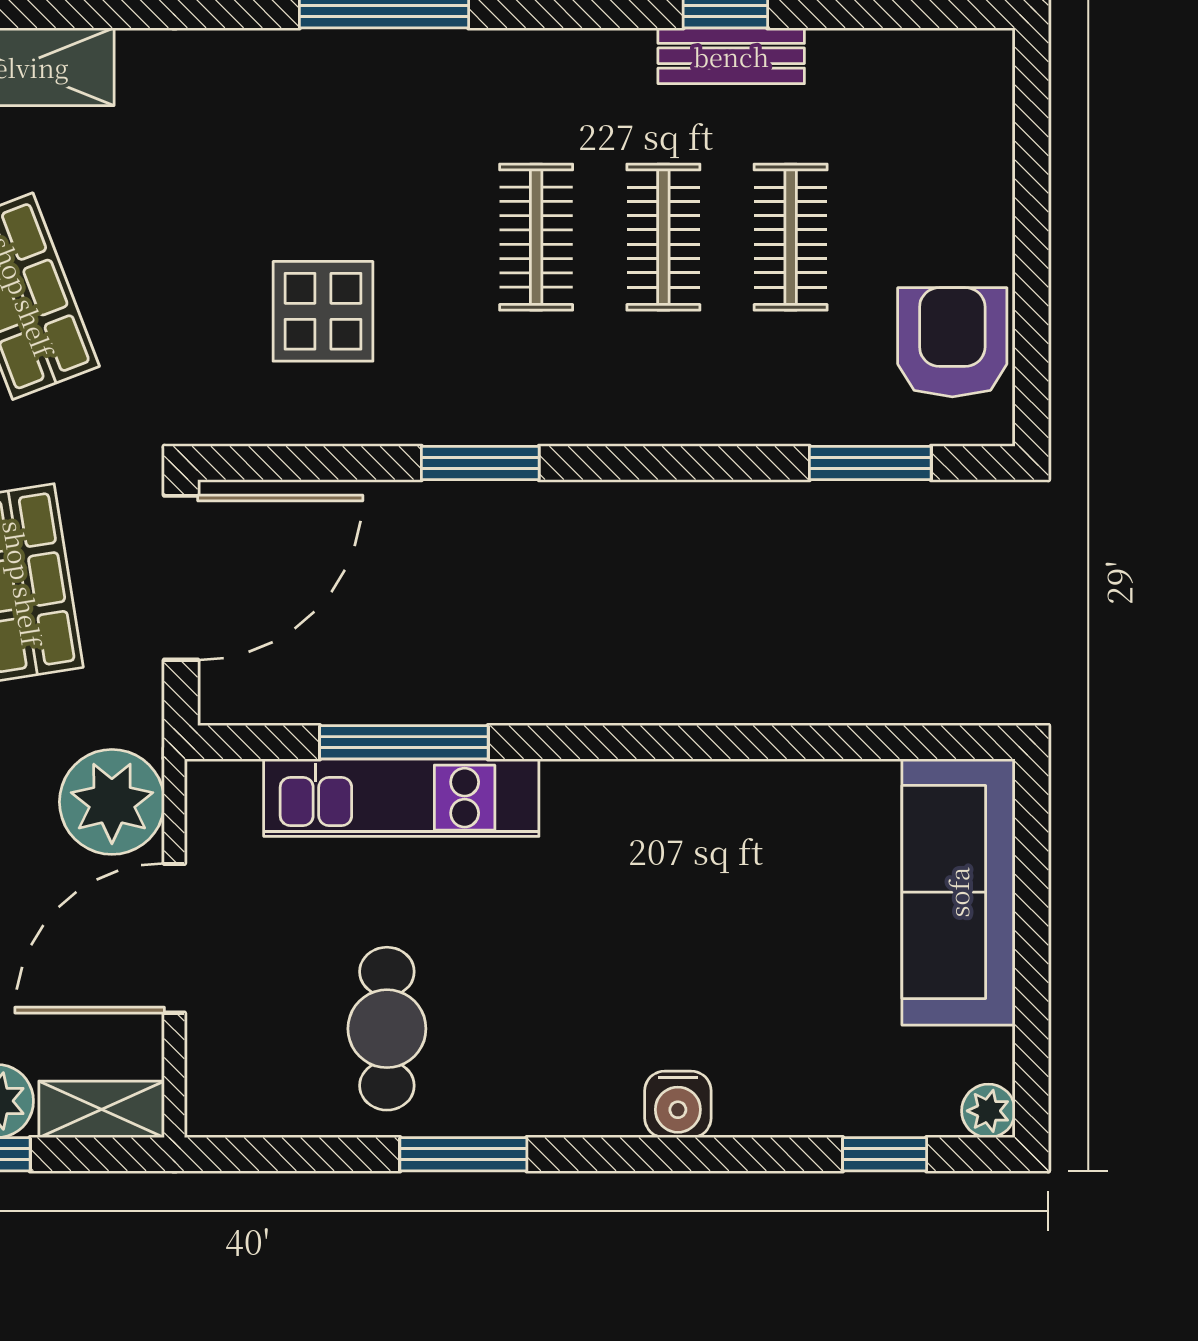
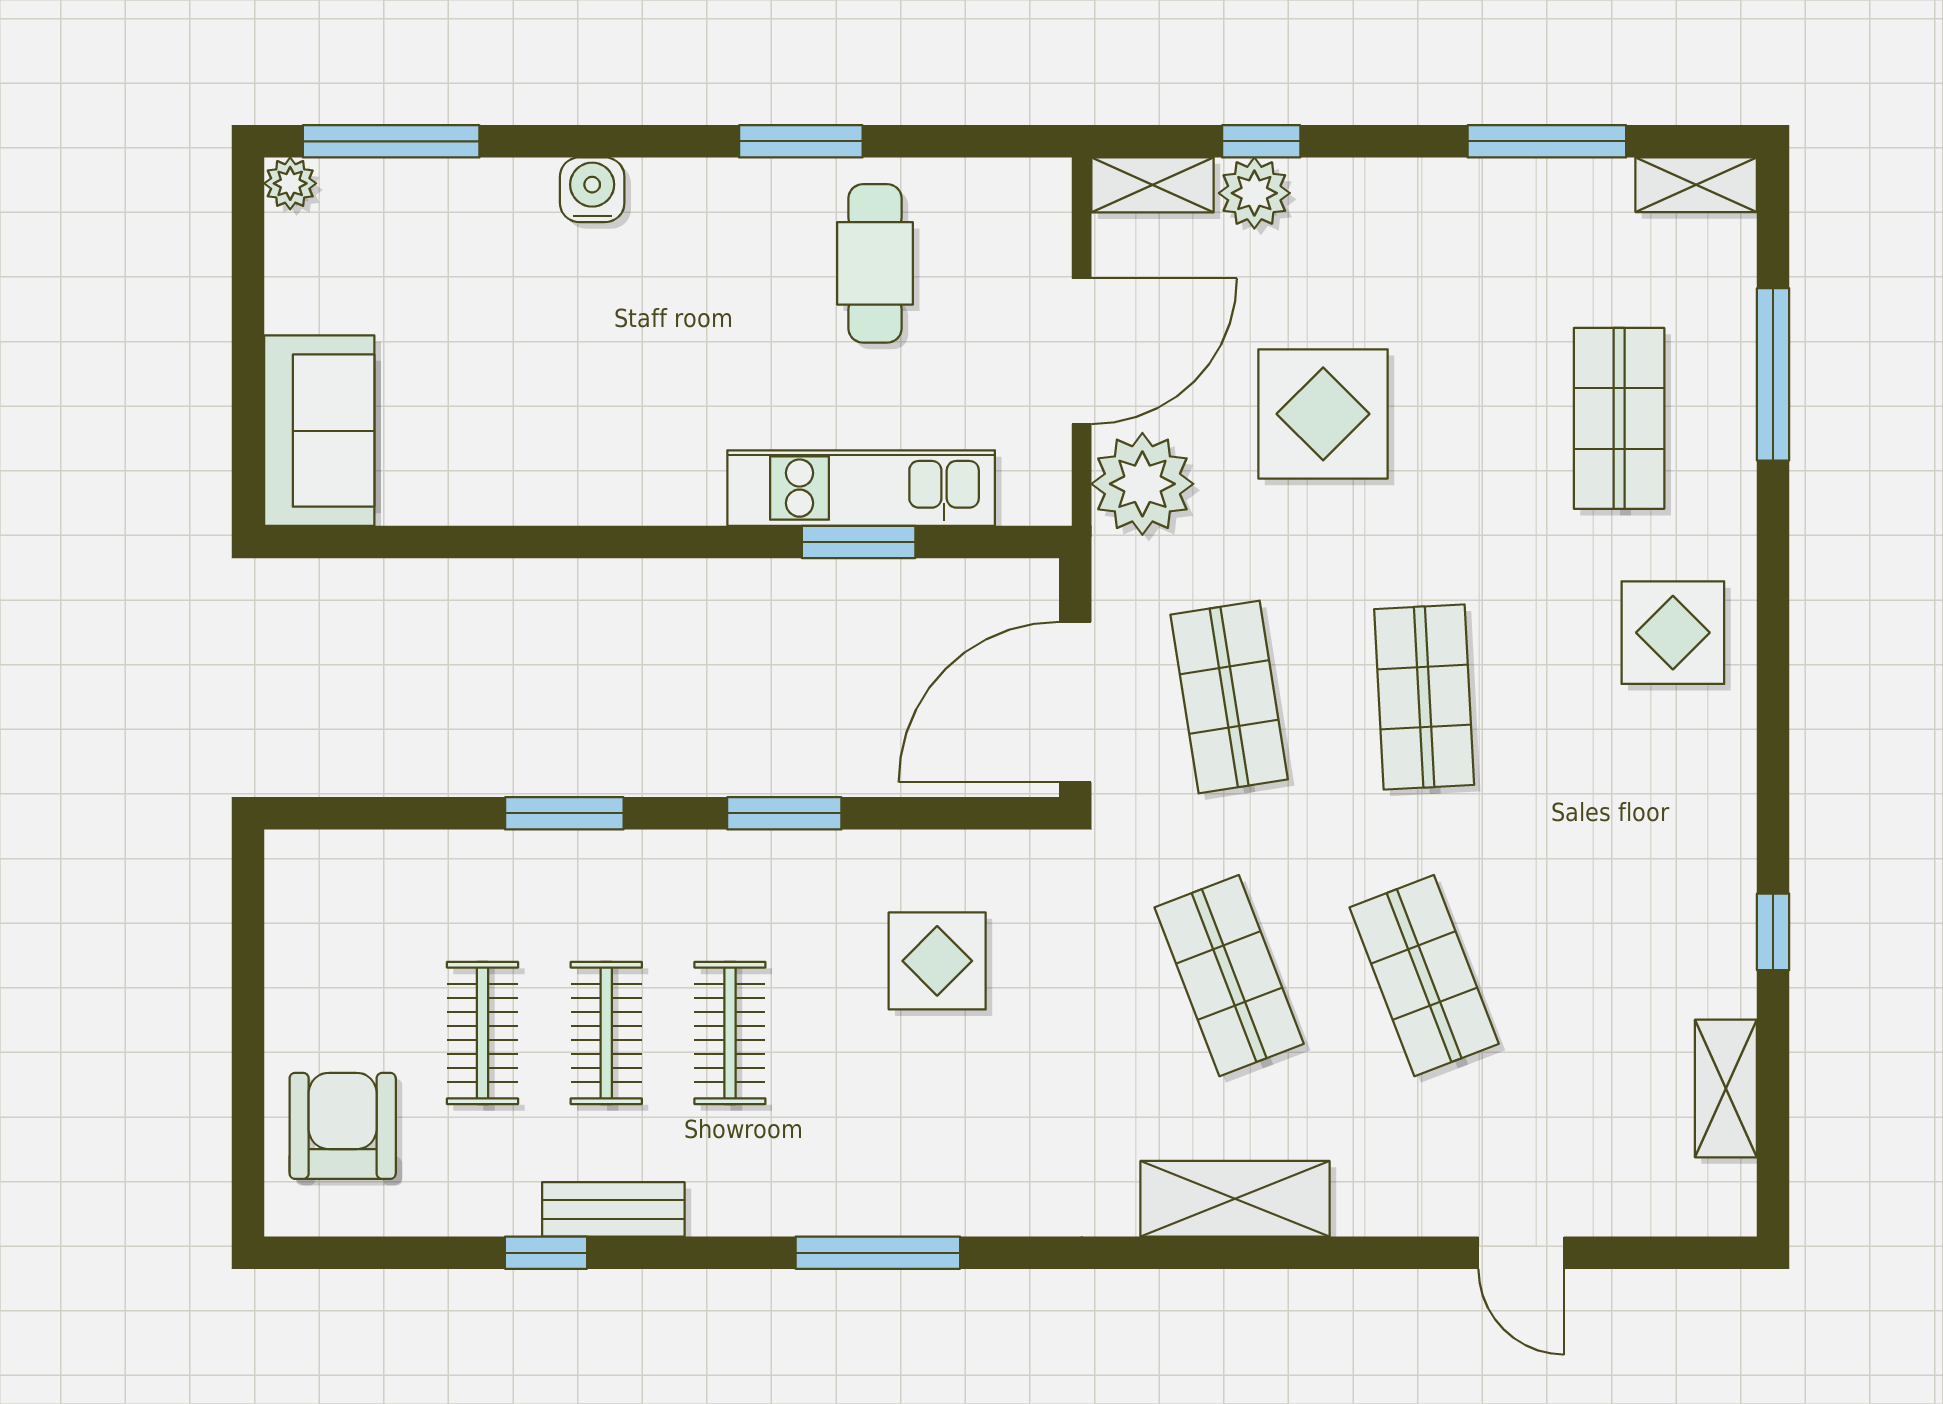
bench: (731, 56) -> (613, 1209), moved
armchair: (952, 342) -> (343, 1126), moved, turned 180
window: (870, 463) -> (564, 813), moved
window: (404, 742) -> (859, 542), width x0.69
sofa: (958, 892) -> (319, 431), width x0.73
window: (885, 1154) -> (391, 141), width x2.17

